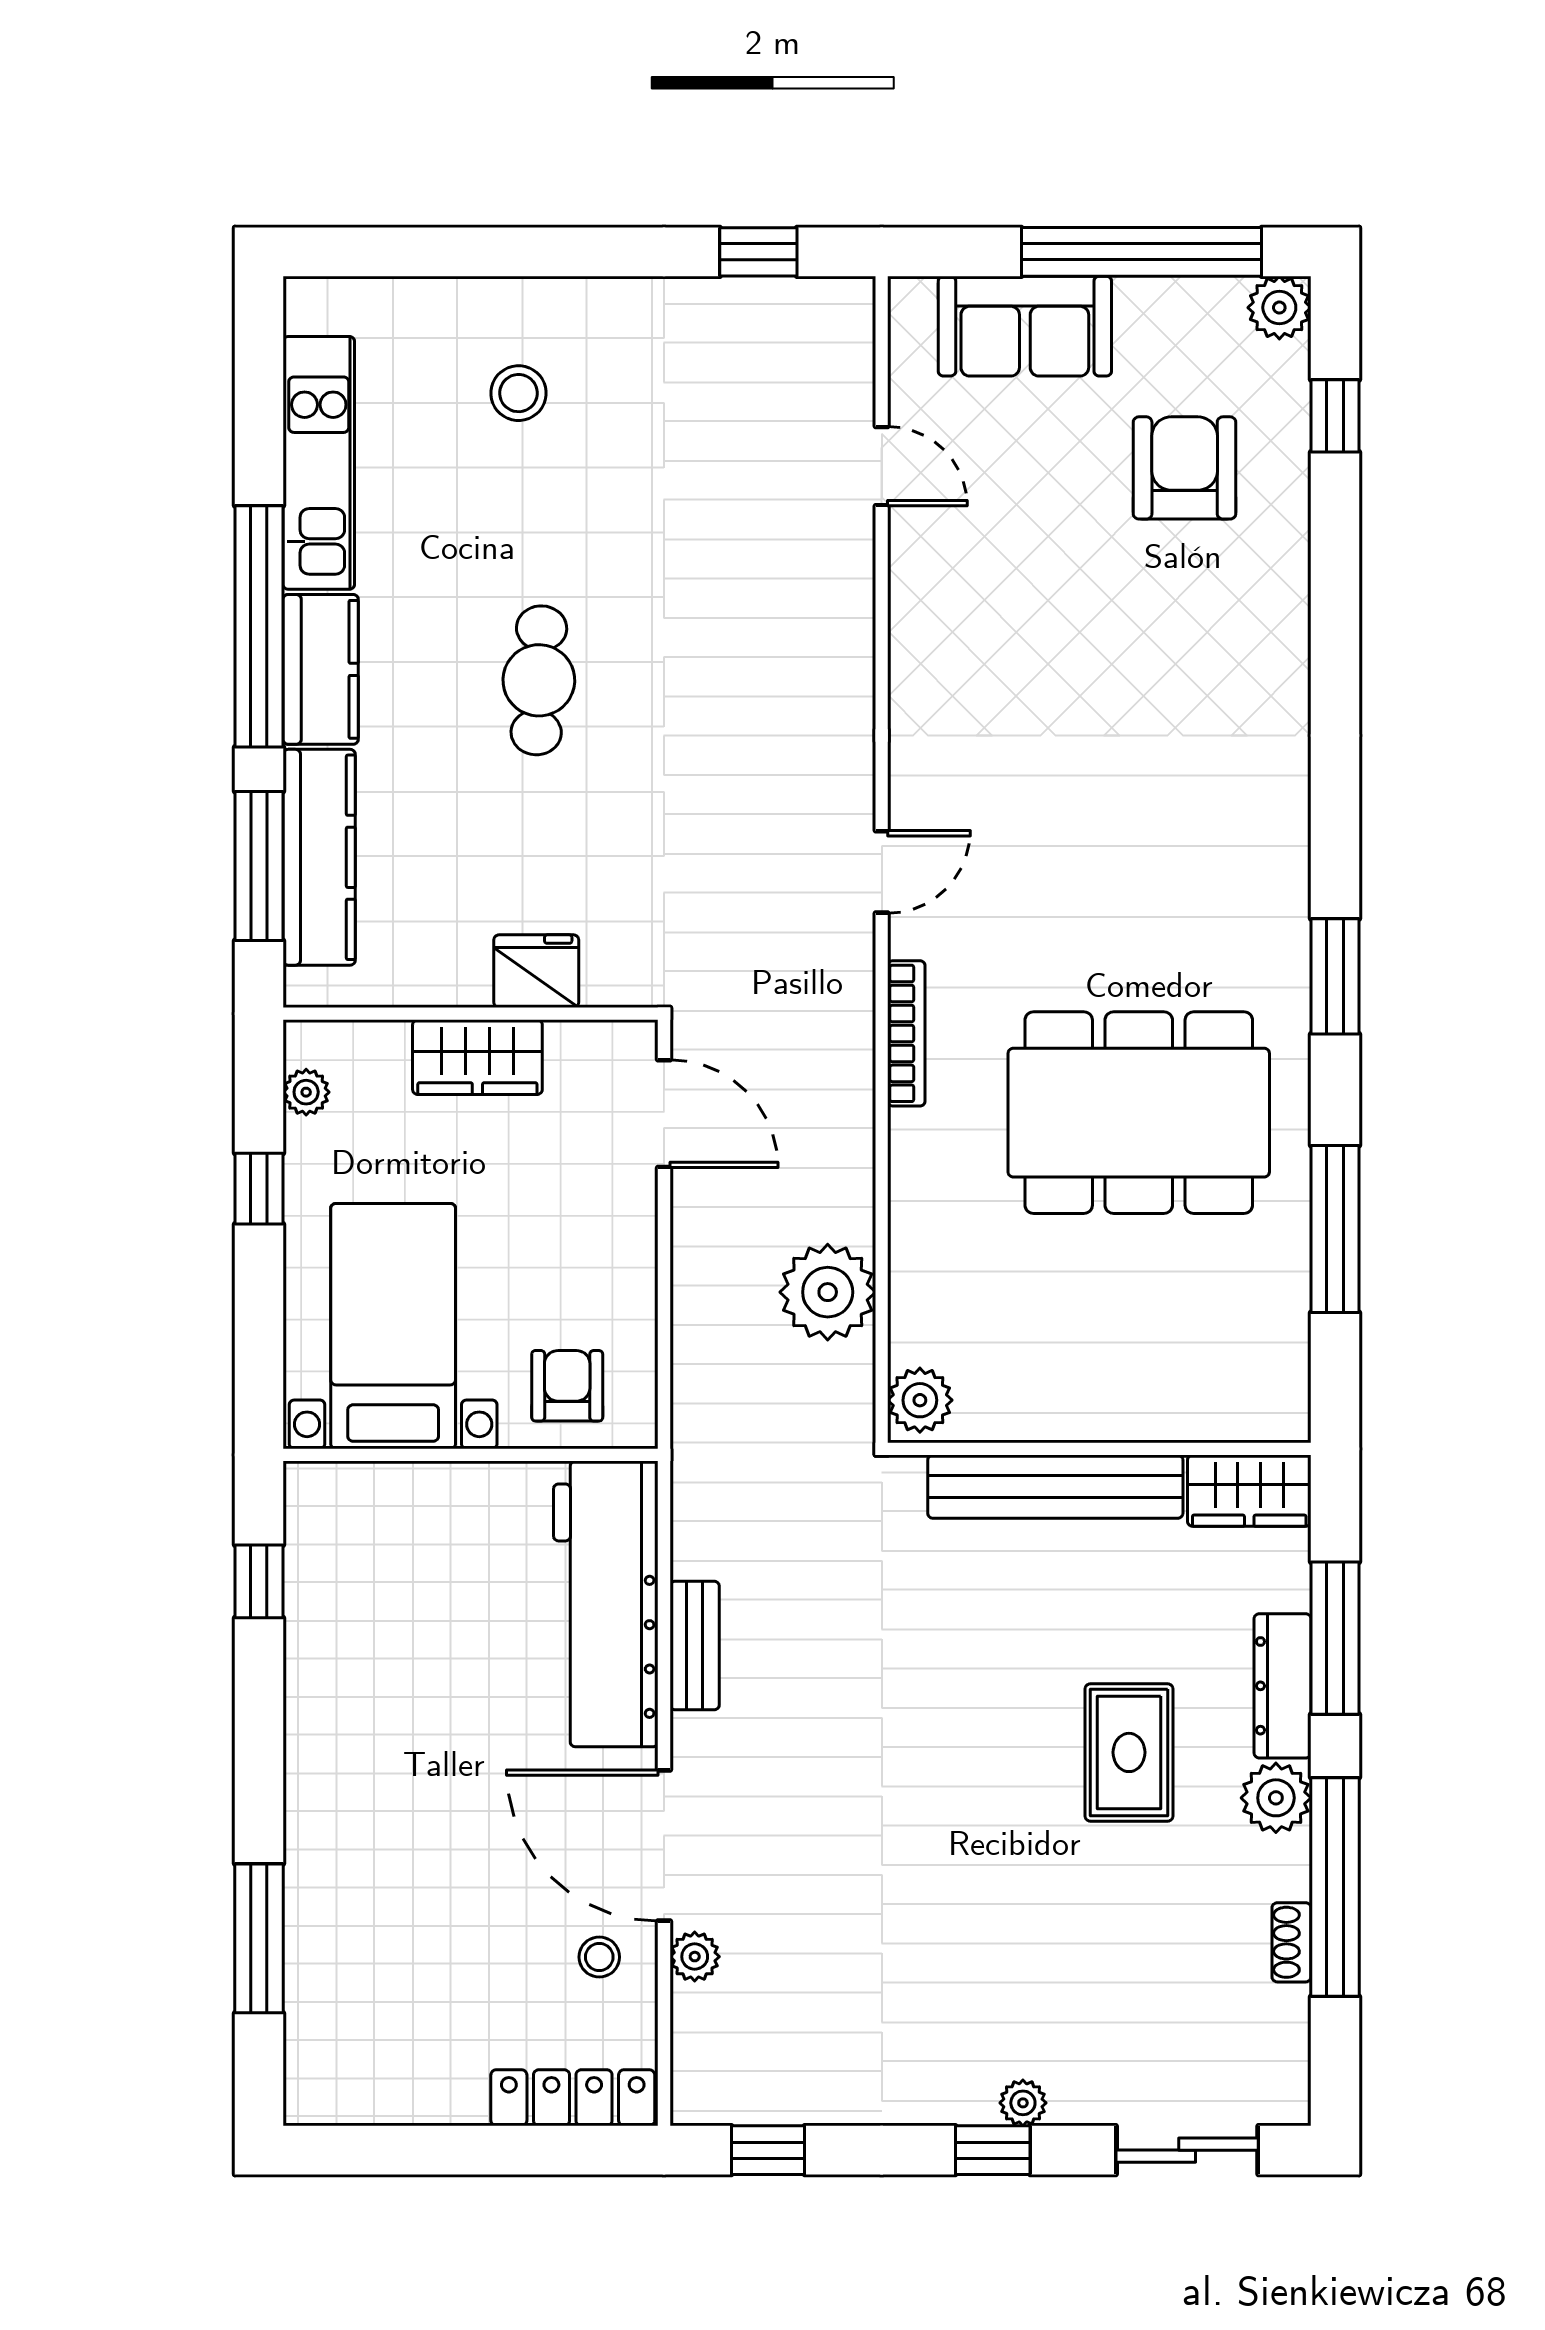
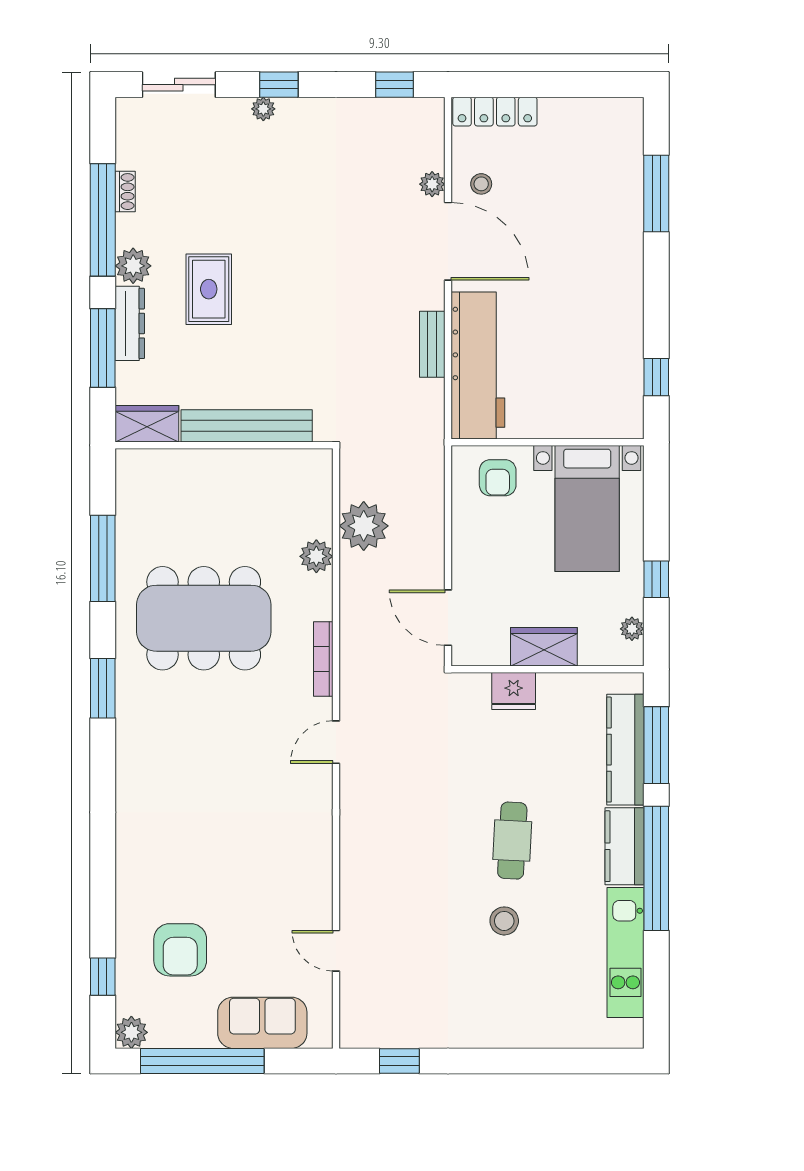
stool: (518, 393) -> (504, 921), moved
plant: (920, 1400) -> (316, 556), moved

